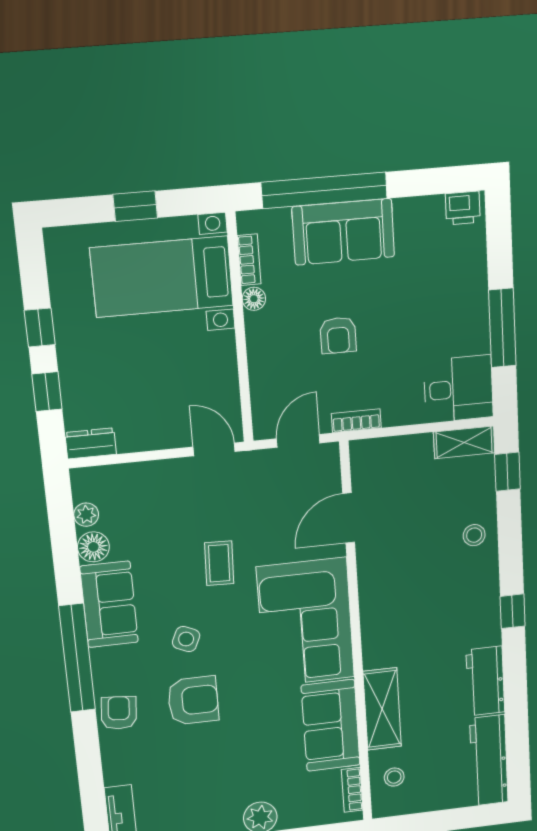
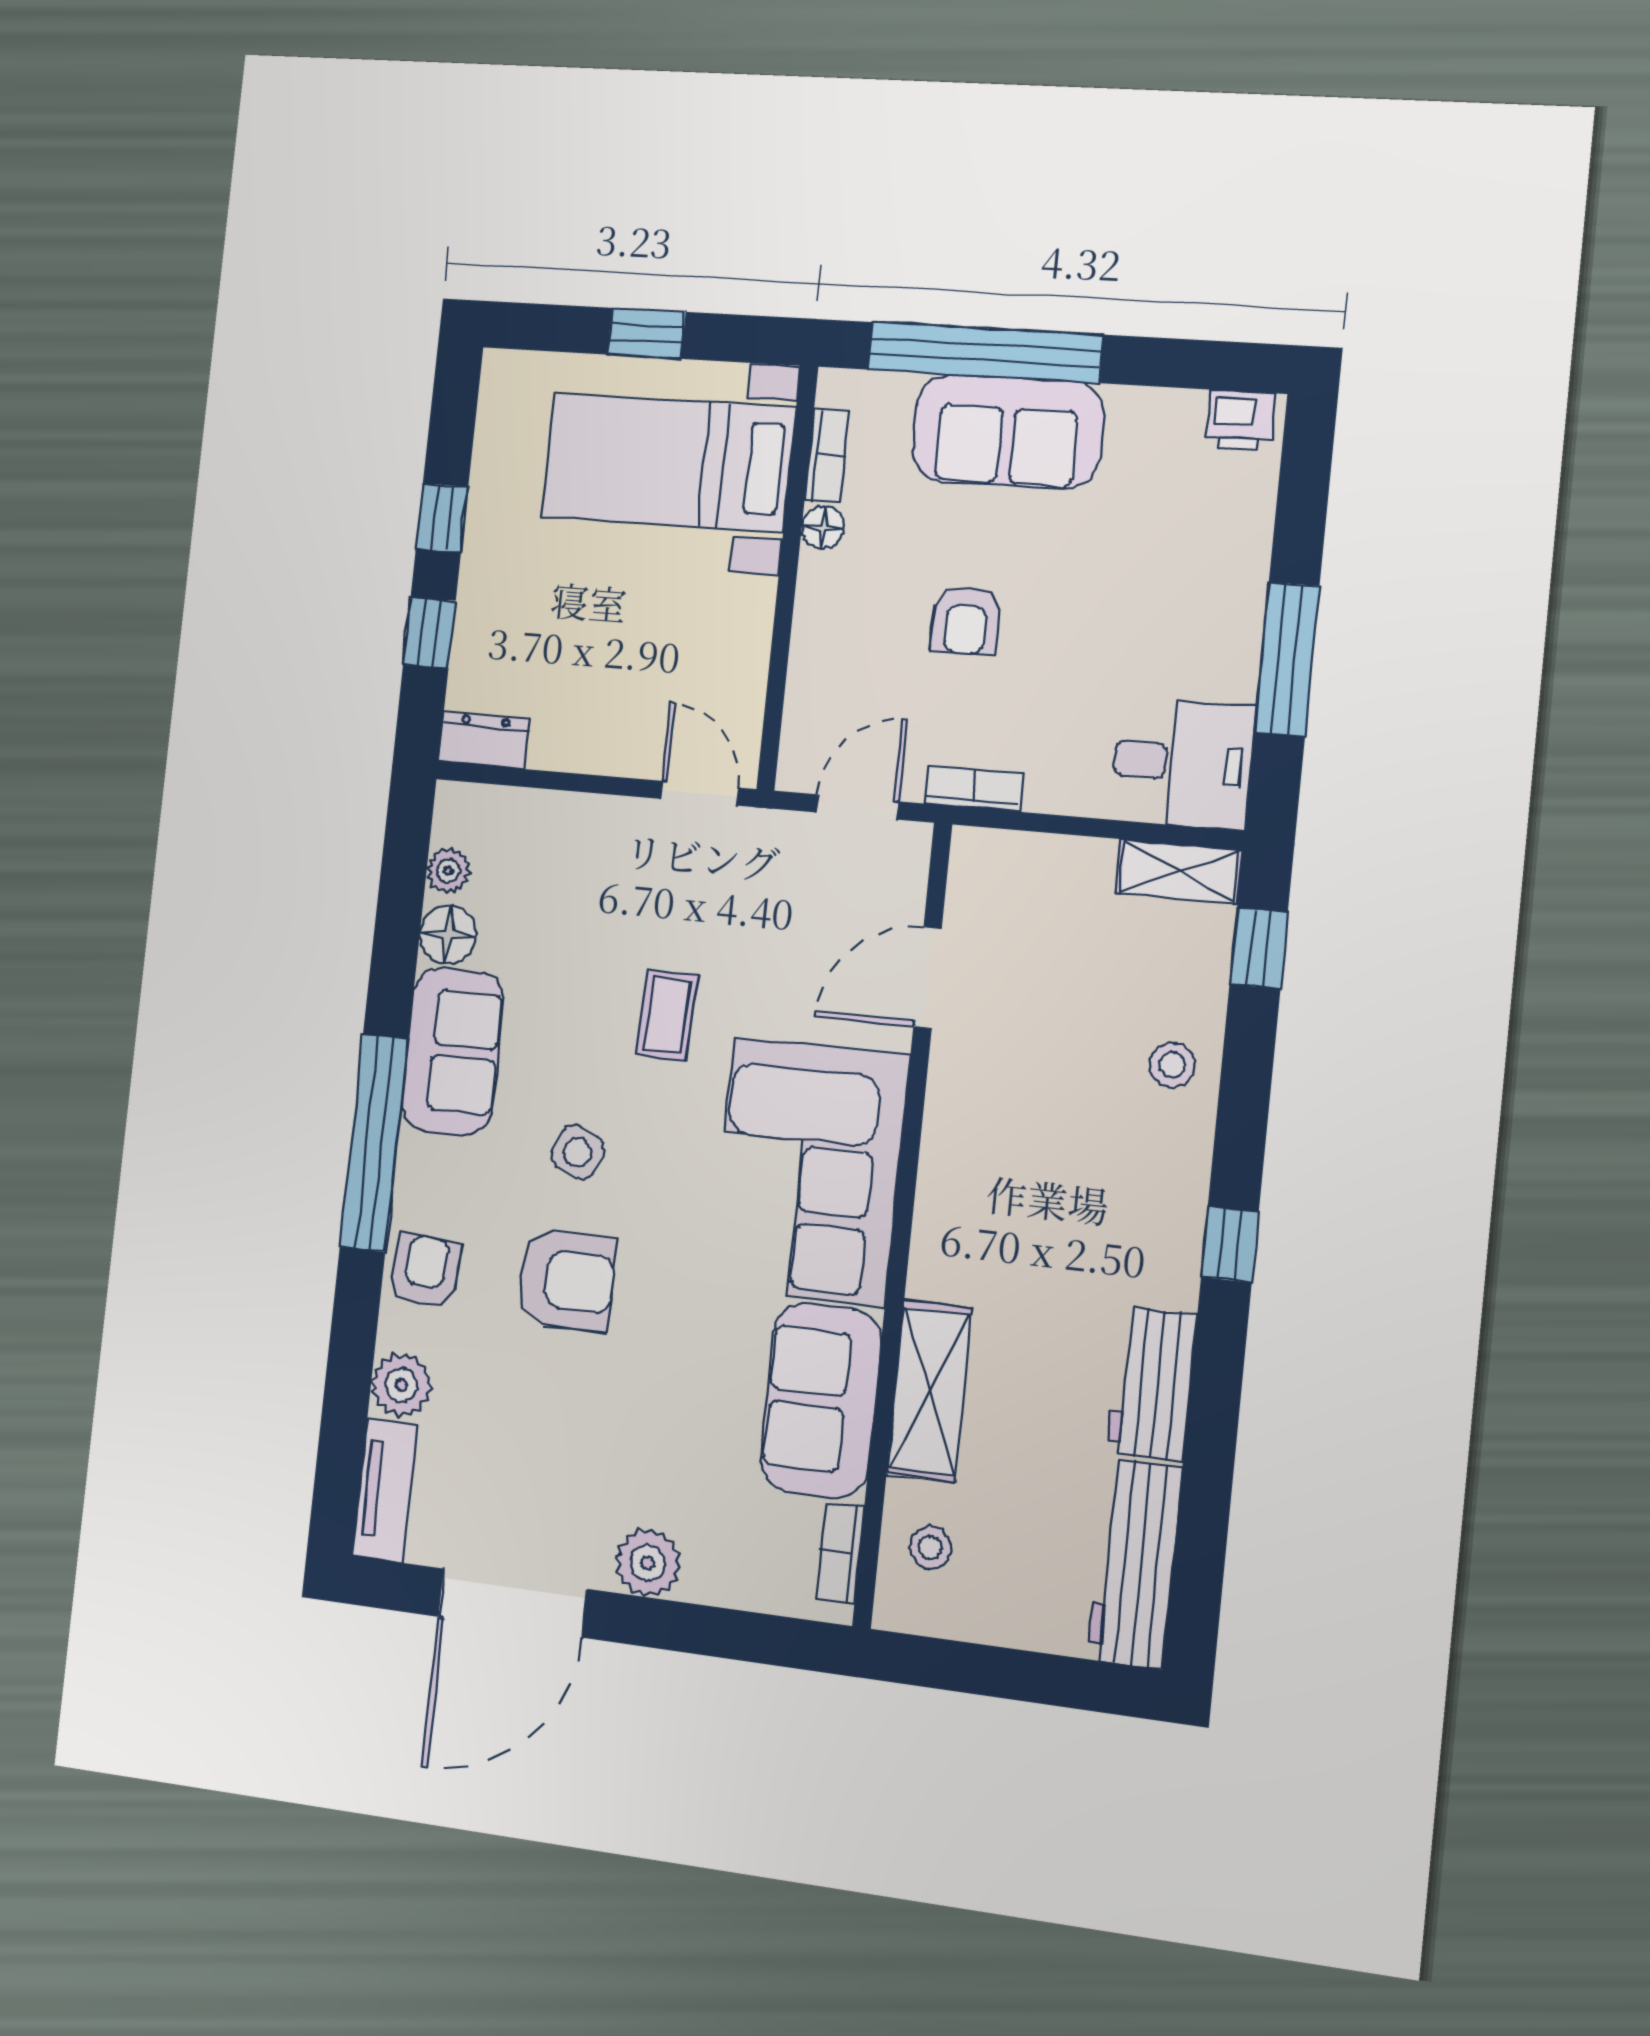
plant: (118, 768) -> (402, 1385), added

